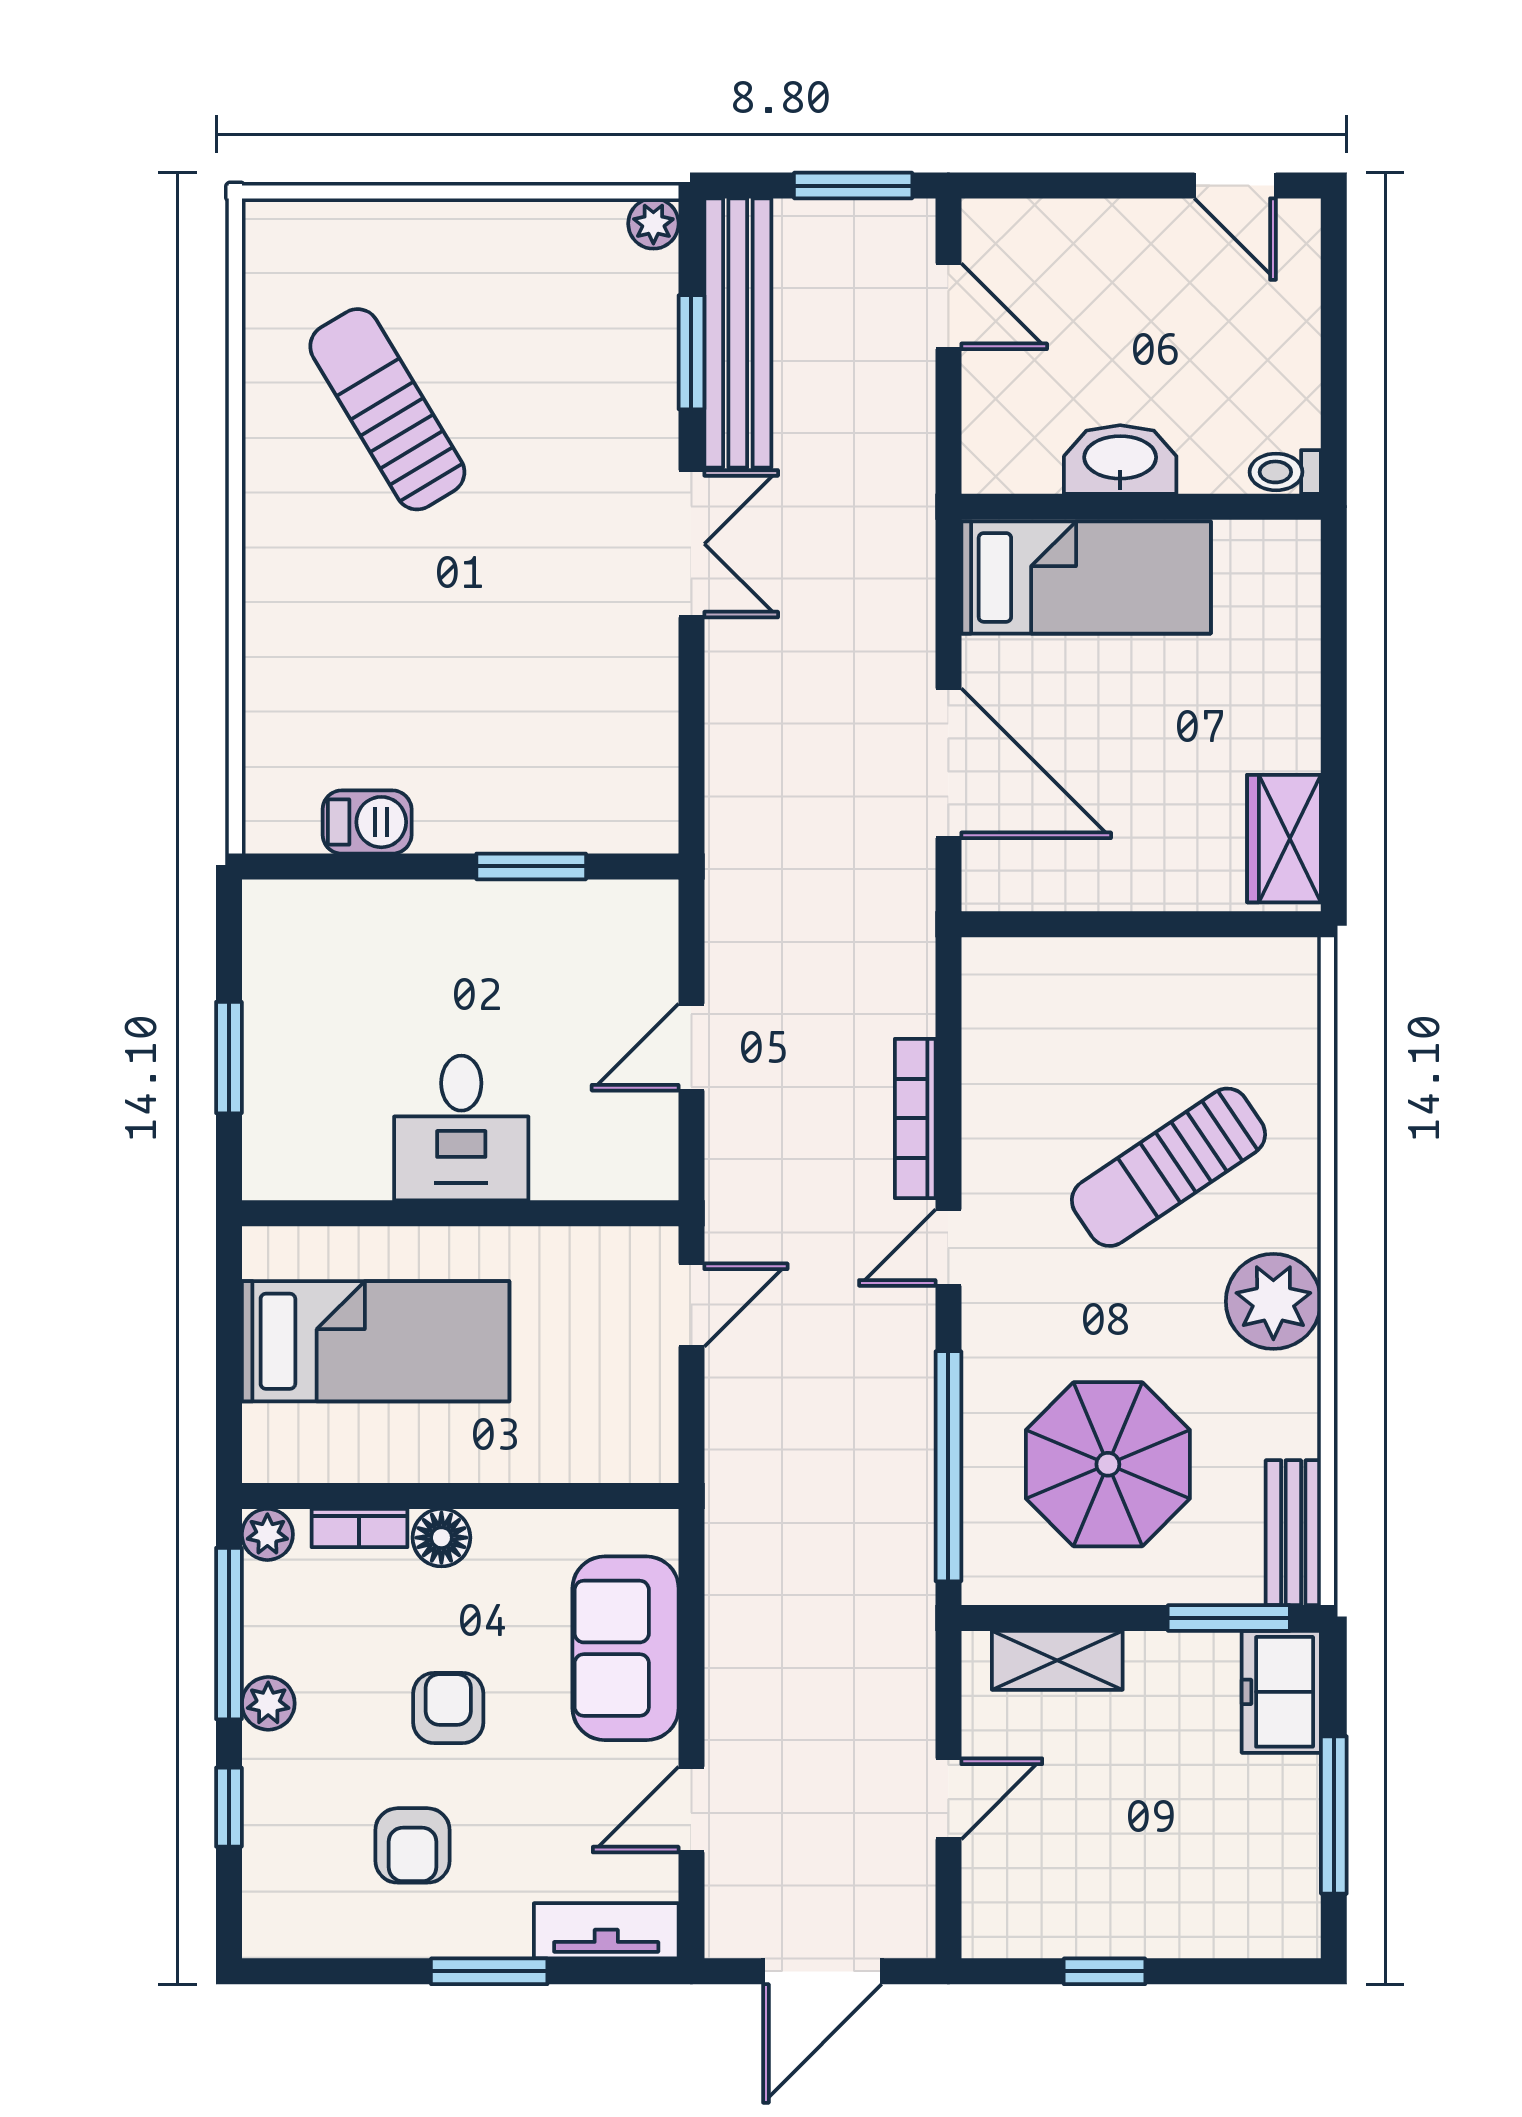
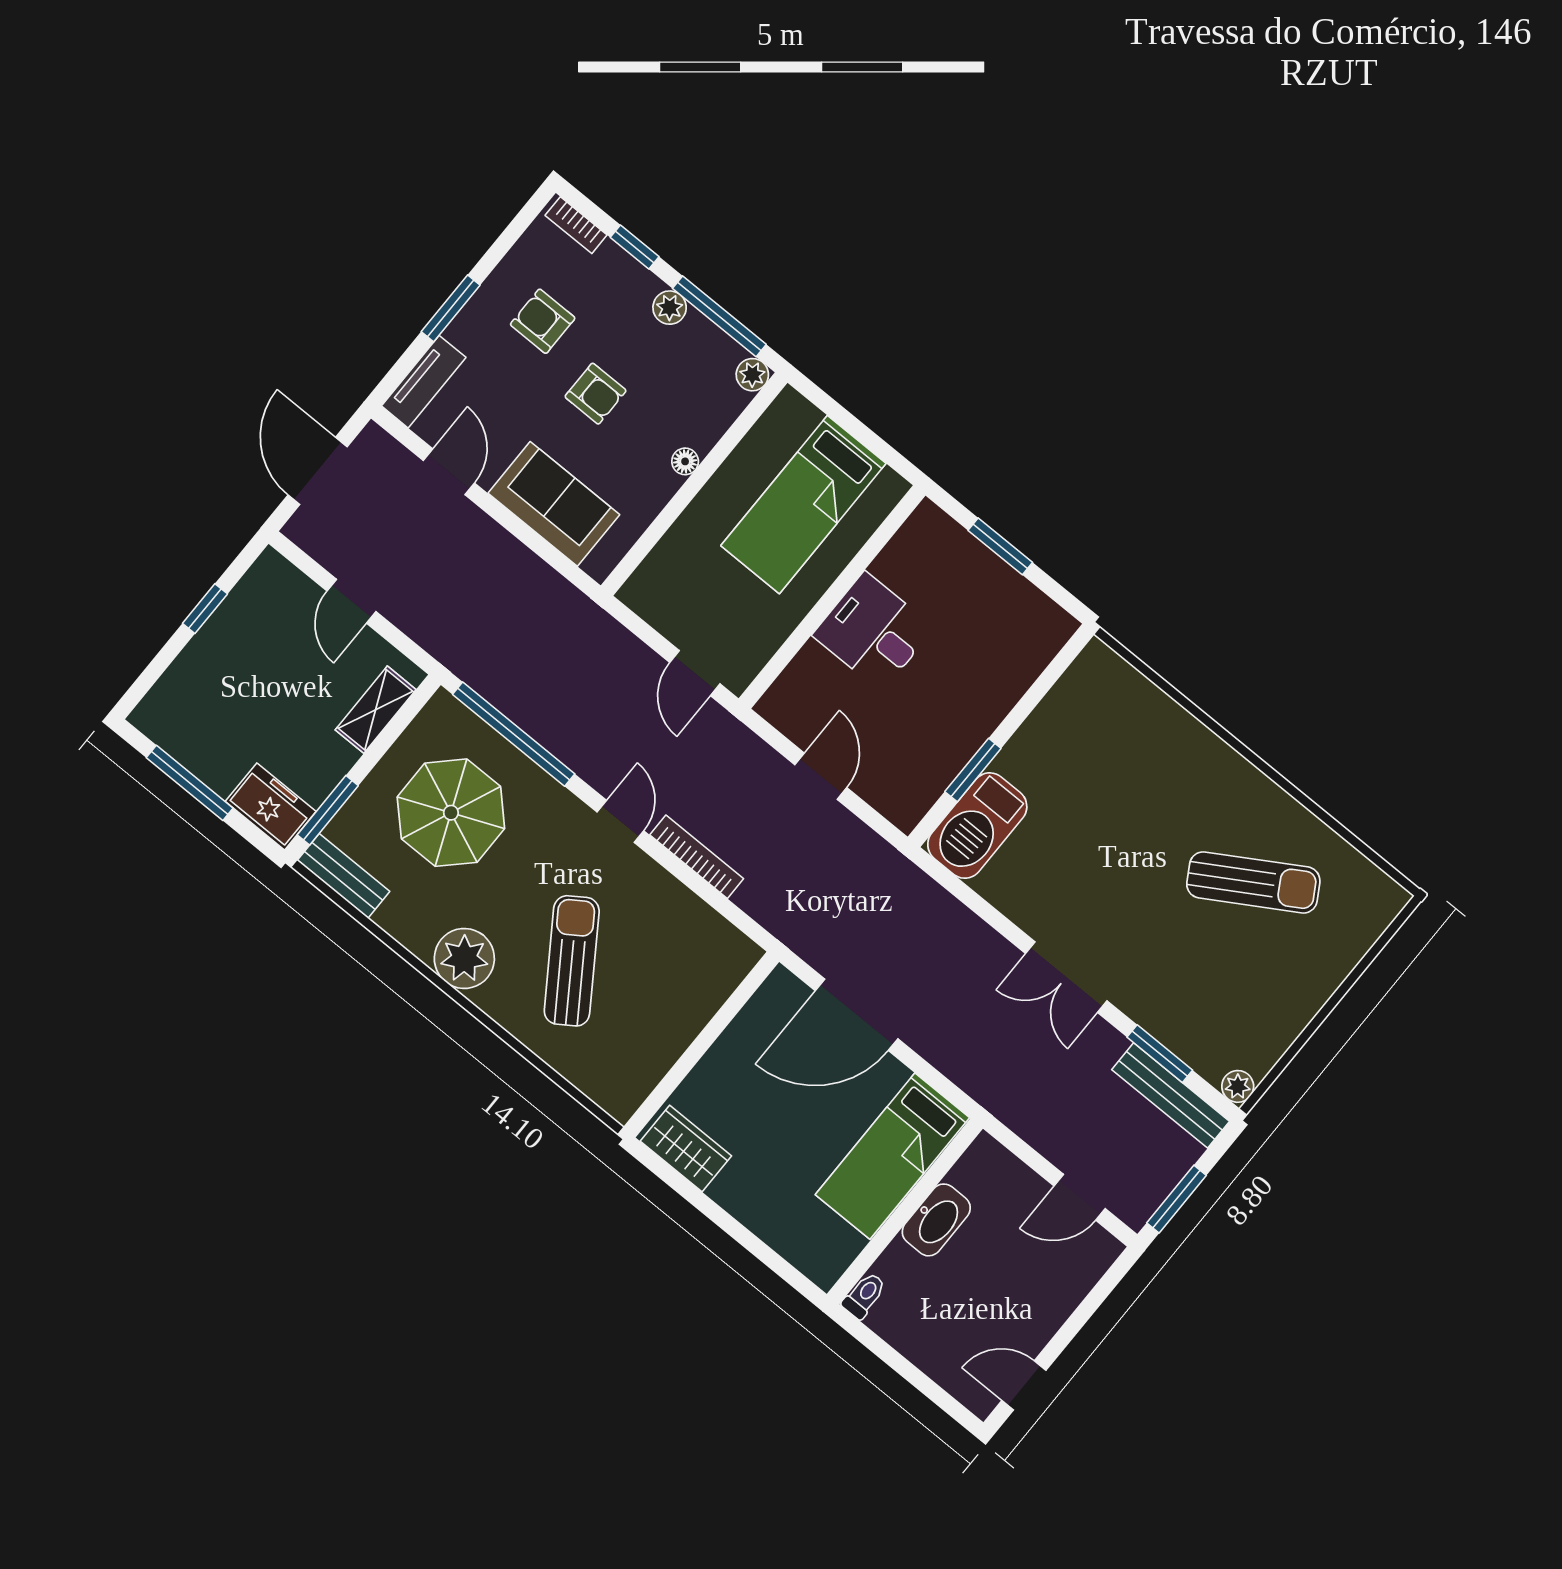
bench: (738, 333) -> (1171, 1095), width x0.73, depth x0.82
barbecue: (367, 822) -> (977, 826), moved, width x1.88, depth x1.53
bookcase: (359, 1528) -> (576, 225), moved, turned -90
floor lamp: (441, 1538) -> (685, 461), width x0.73, depth x0.73

